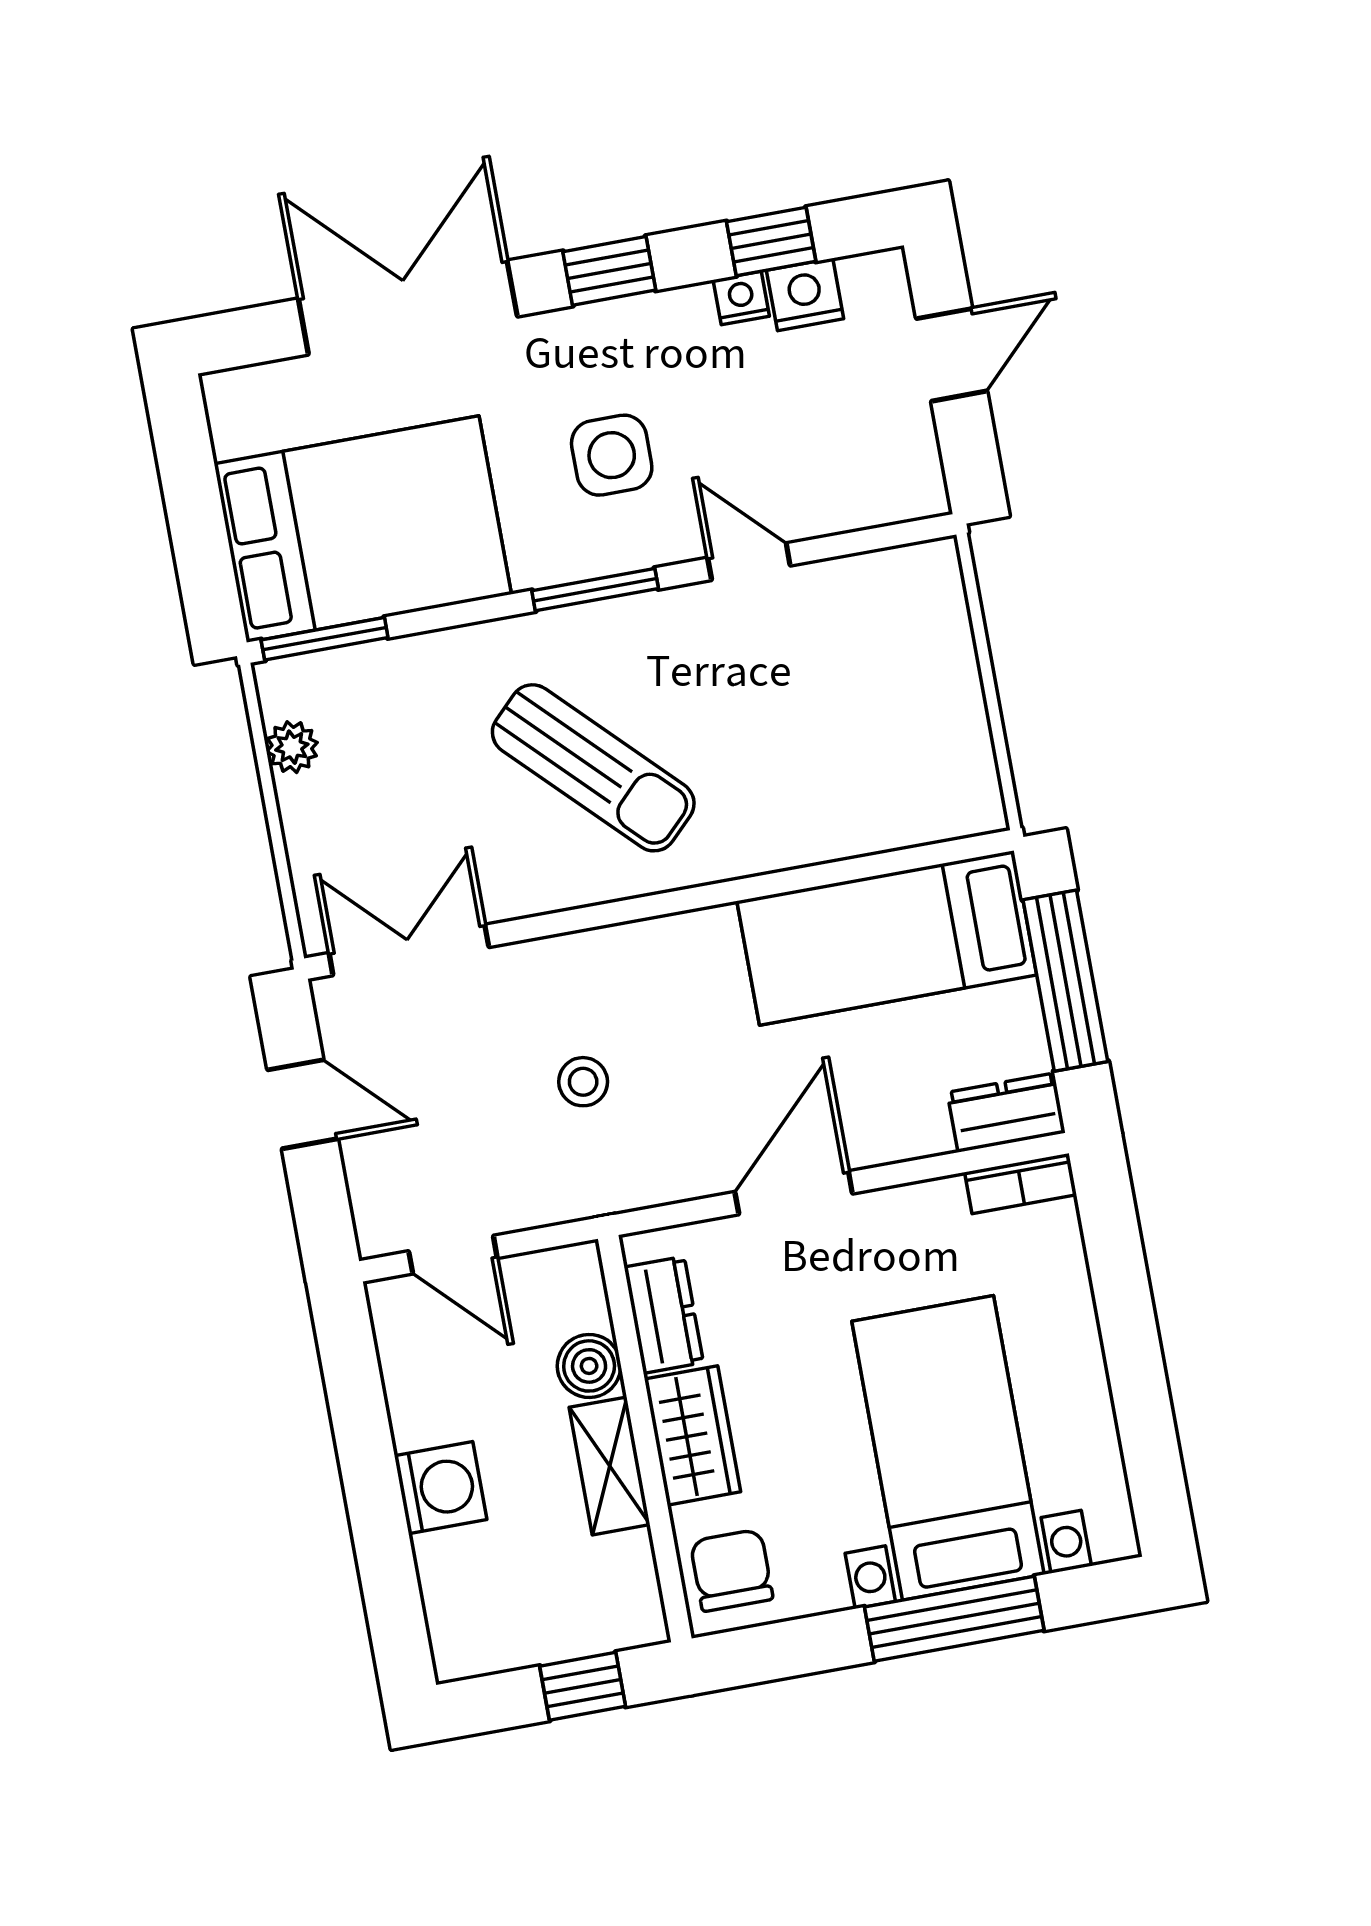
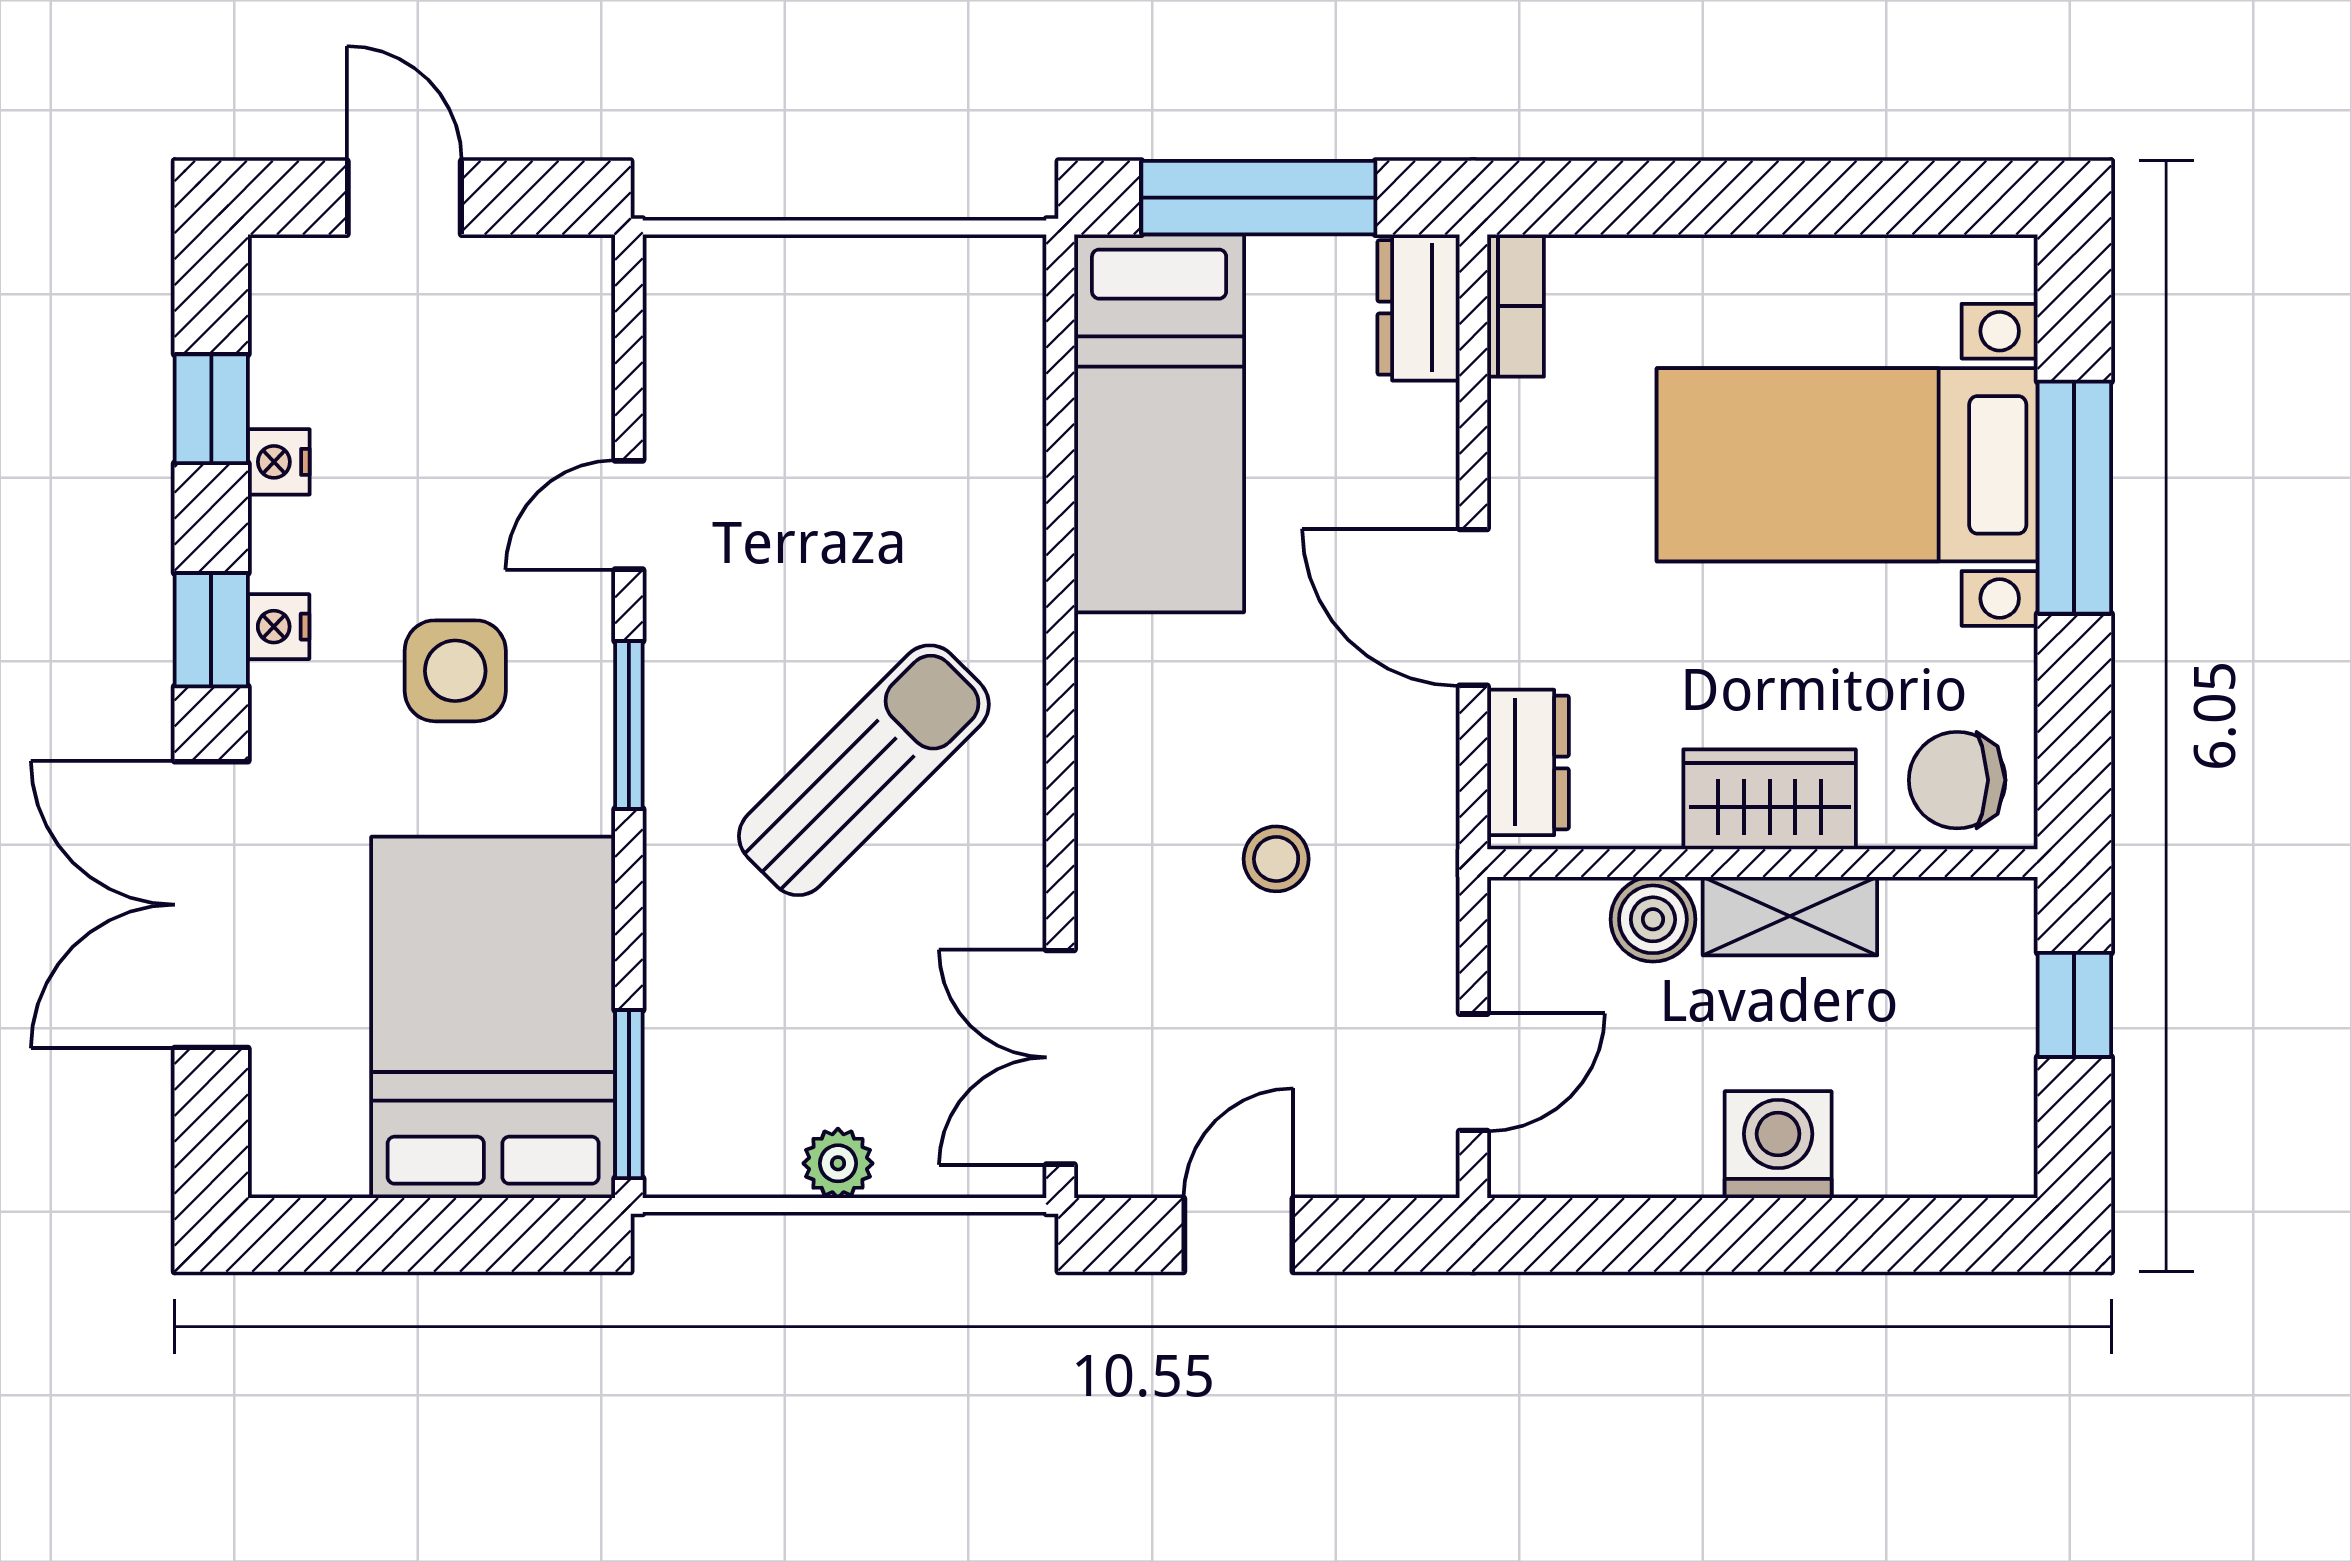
nightstand: (805, 294) -> (279, 627), moved, width x0.72, depth x0.74
plant: (292, 747) -> (838, 1163), moved
dresser: (664, 1315) -> (1528, 762), moved, turned 90

